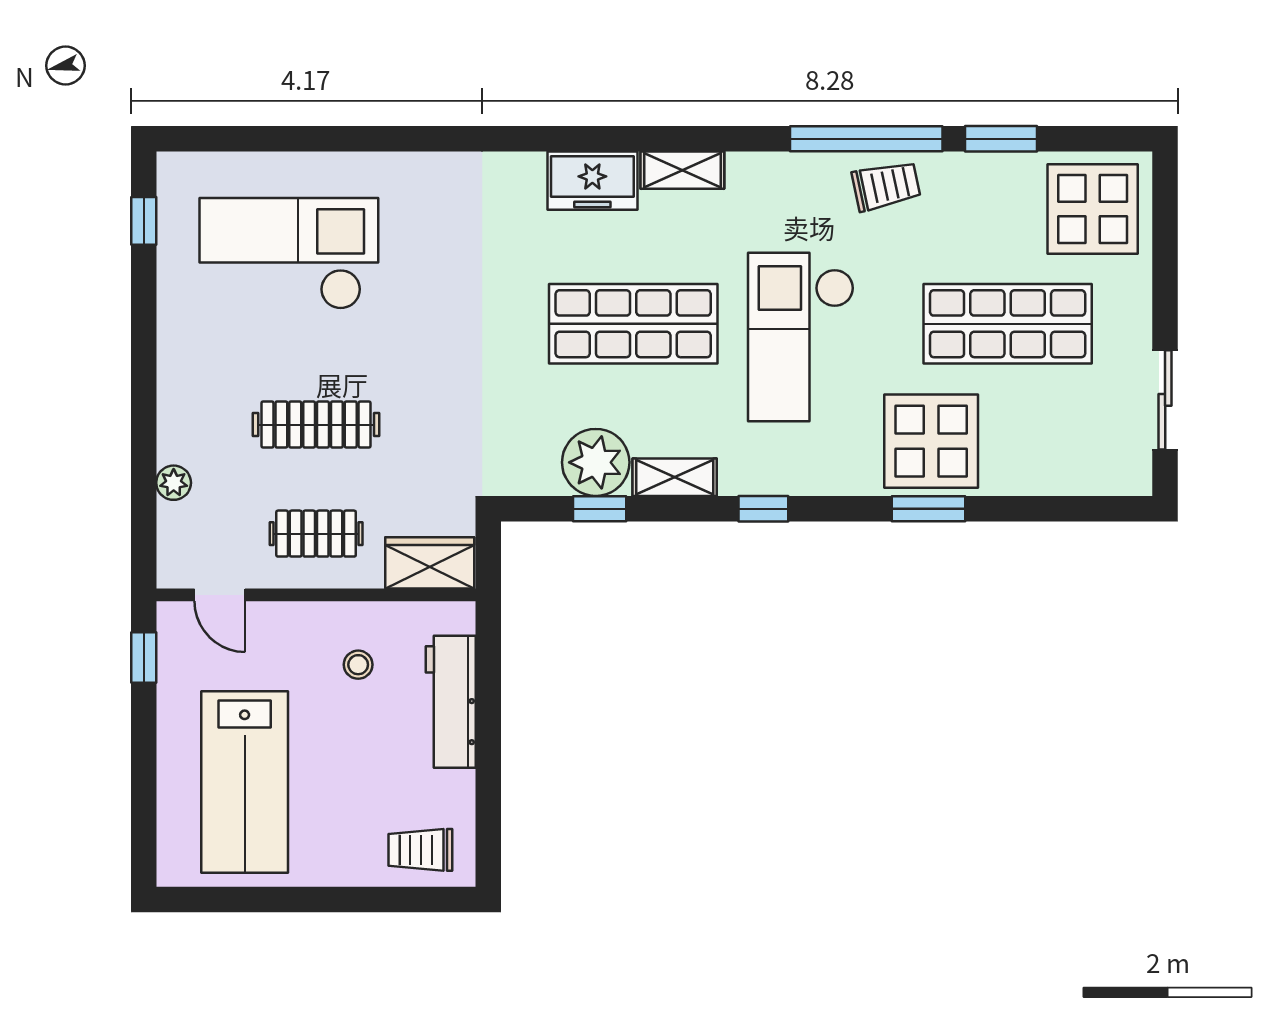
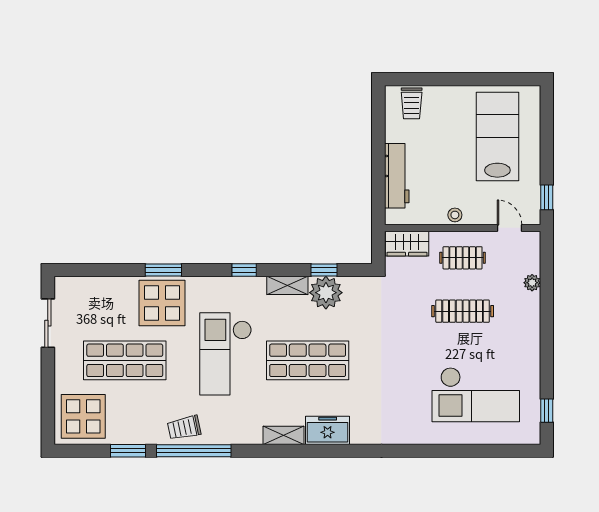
checkout: (801, 337) -> (226, 354), turned 180
stool: (358, 665) -> (455, 215), moved
trolley: (420, 850) -> (412, 103), turned 90

